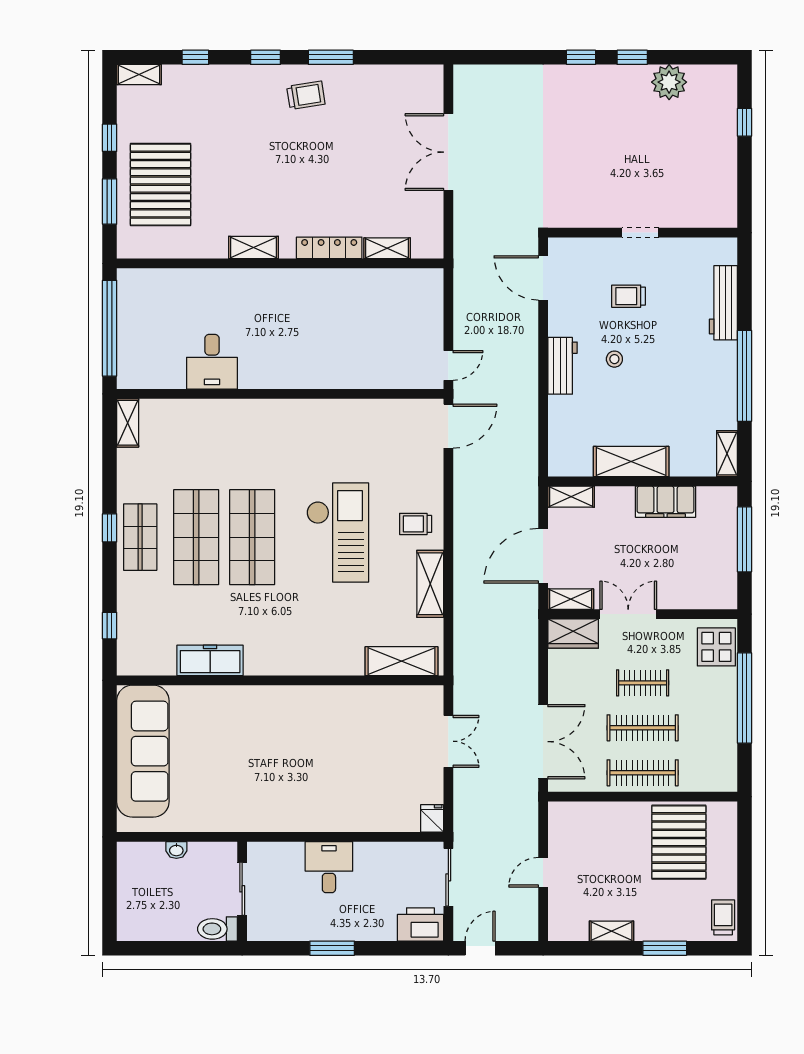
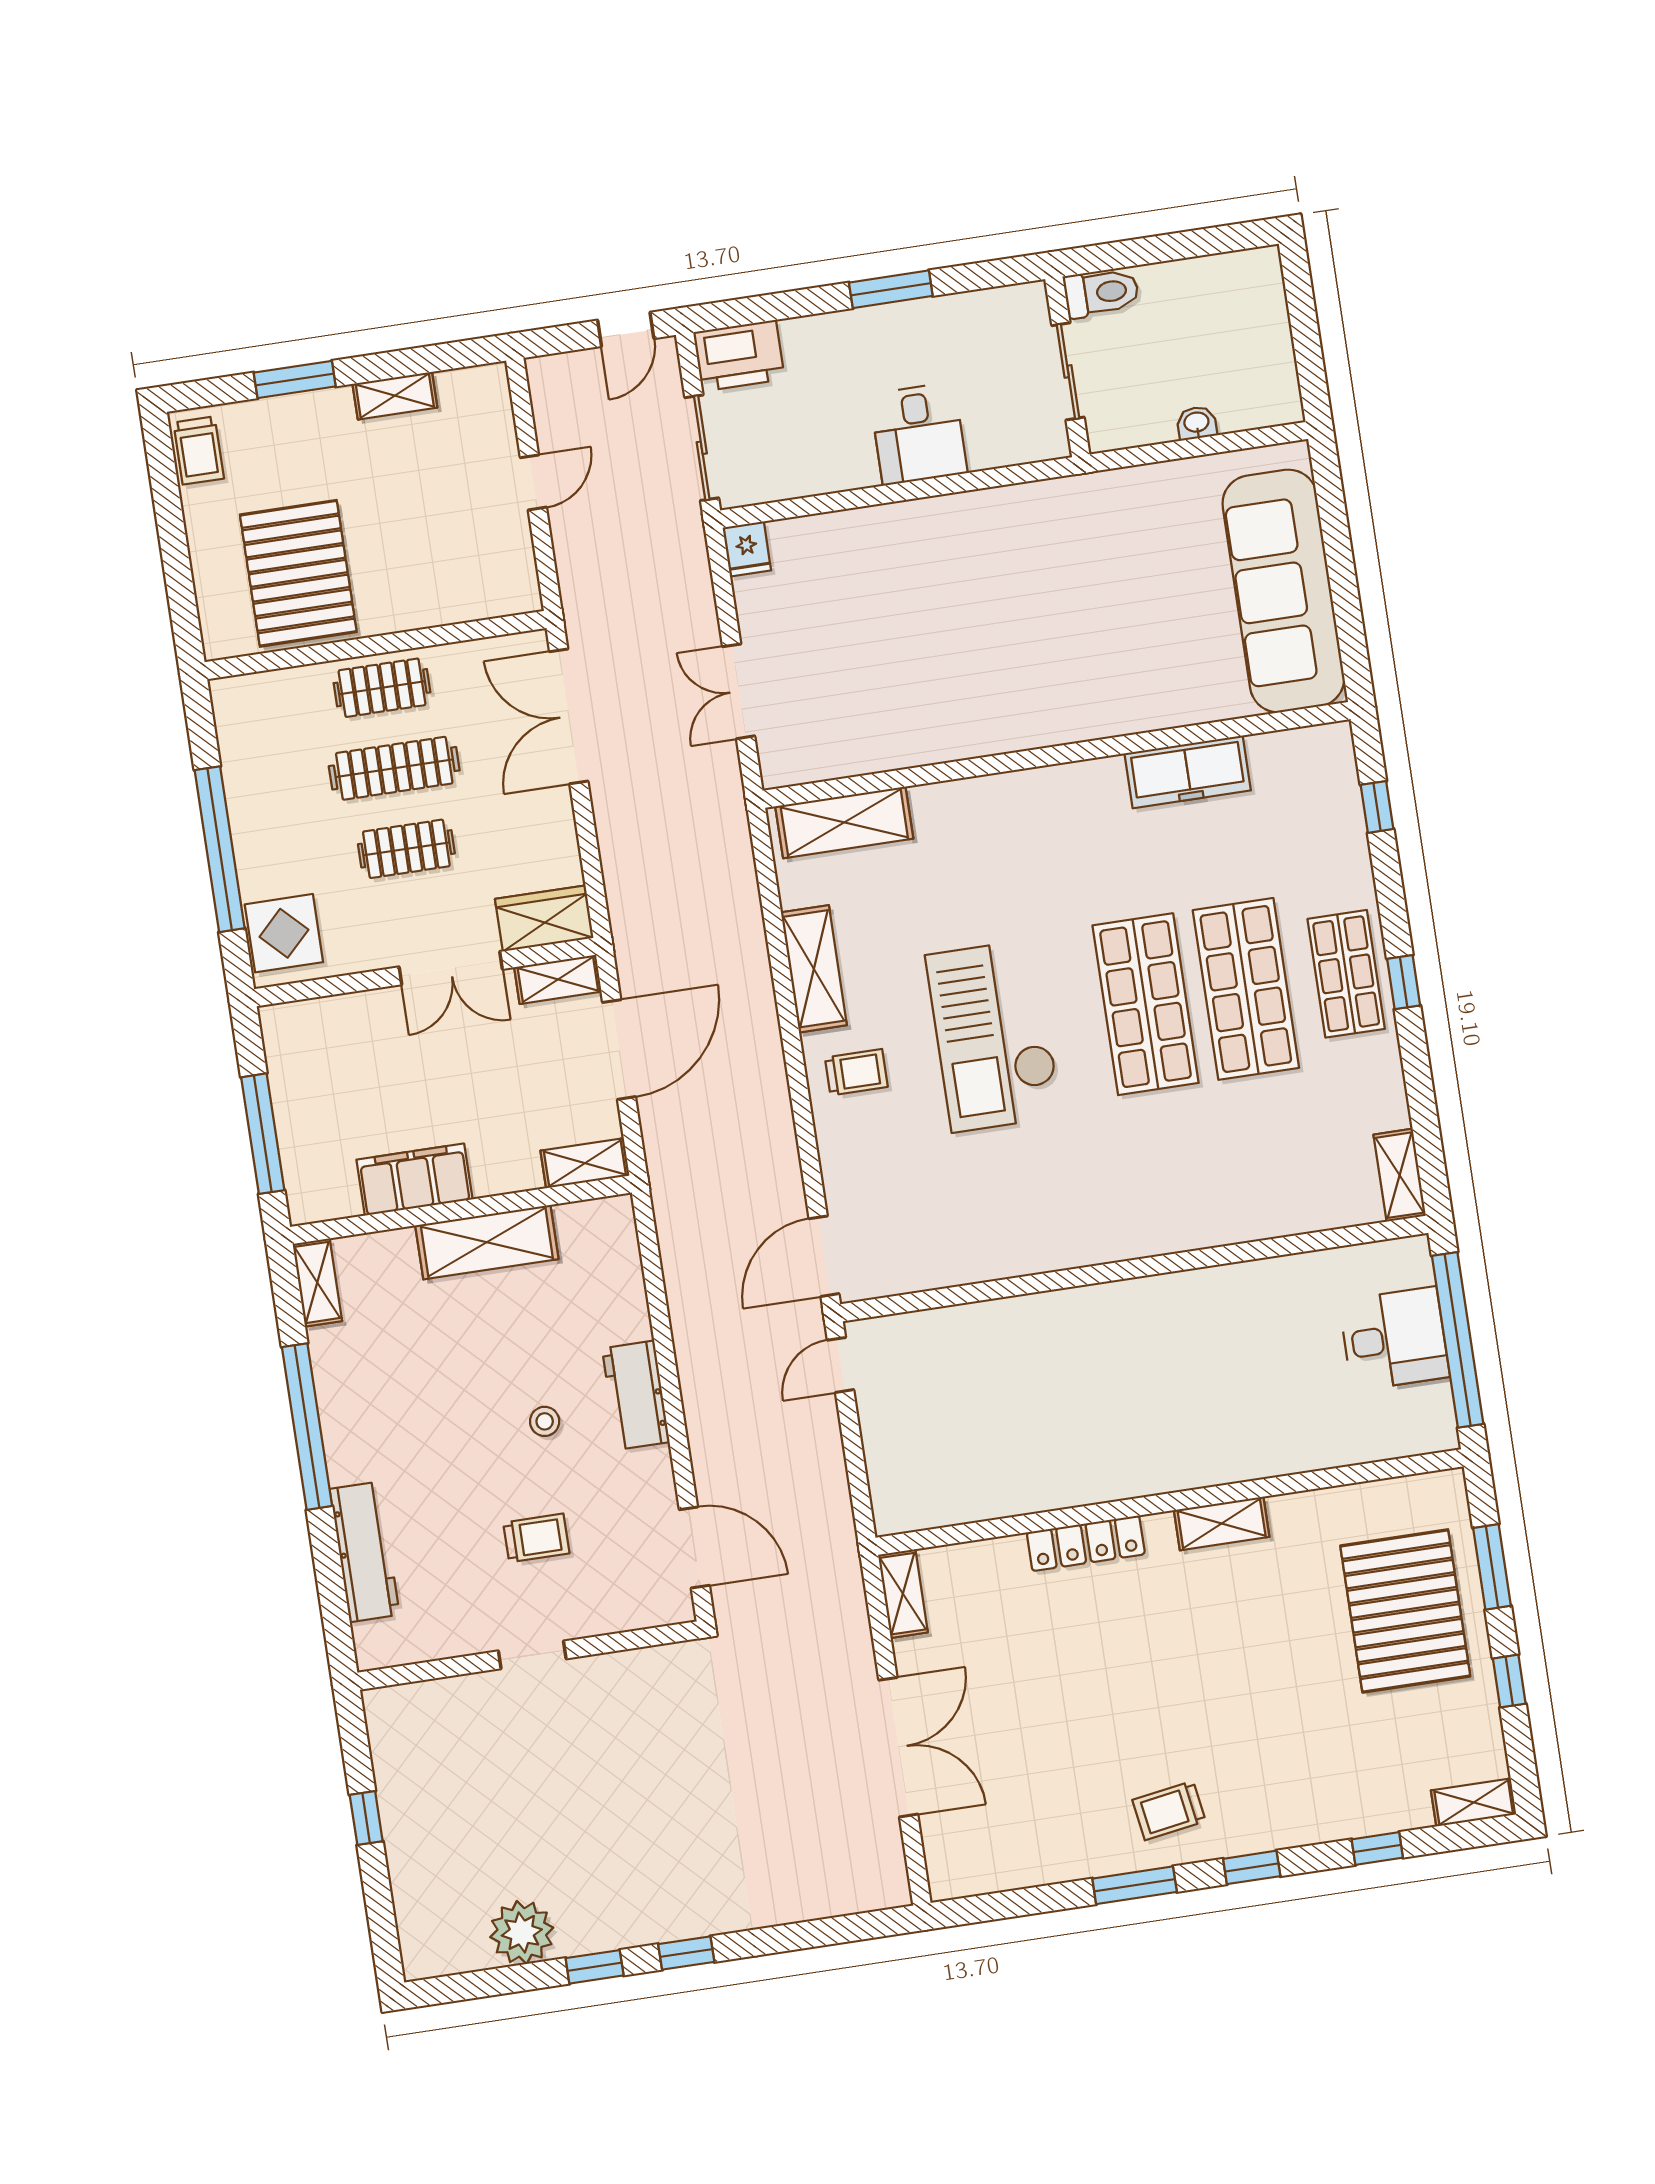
window: (744, 122) -> (366, 1818), moved
shelving: (387, 248) -> (903, 1594), moved, turned 90
desk: (212, 362) -> (1394, 1339), moved, turned 90
clothes rail: (643, 773) -> (382, 688), width x0.73

